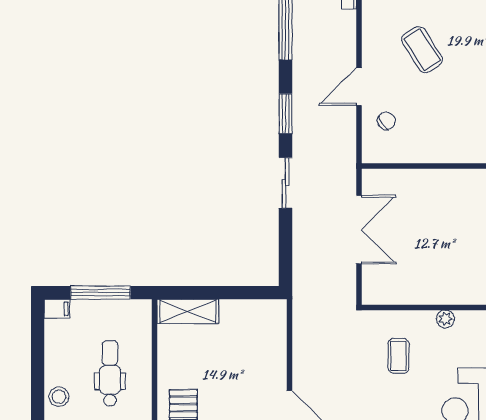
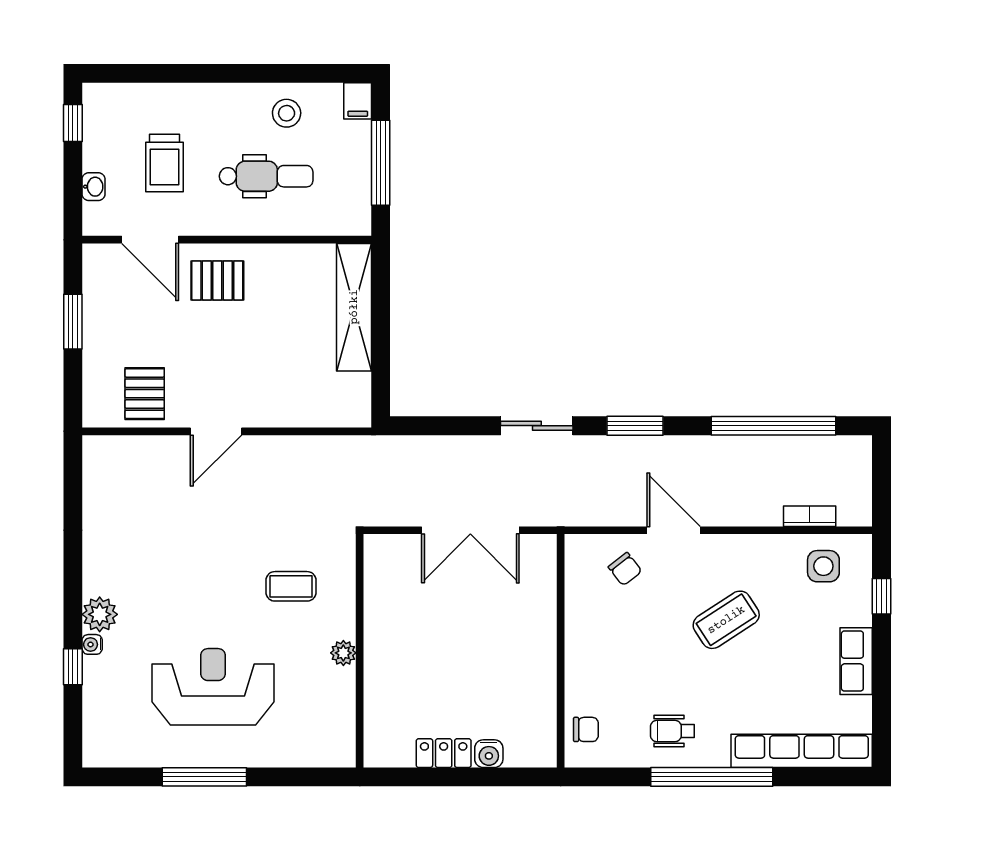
shelving: (188, 311) -> (354, 307), width x1.47
stool: (59, 397) -> (287, 113), moved

